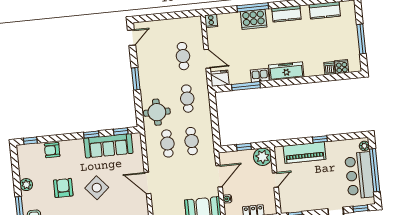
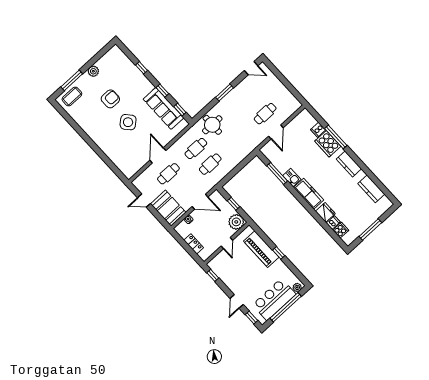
cooker: (211, 21) -> (318, 130), moved
fridge: (220, 78) -> (325, 212), moved
cafe table: (187, 99) -> (168, 174), moved
window: (30, 141) -> (141, 68), moved
armchair: (52, 150) -> (131, 71), removed
door: (275, 180) -> (227, 243), hinge flipped

